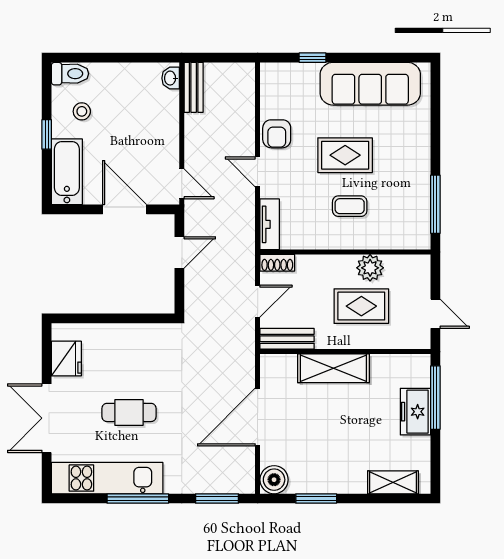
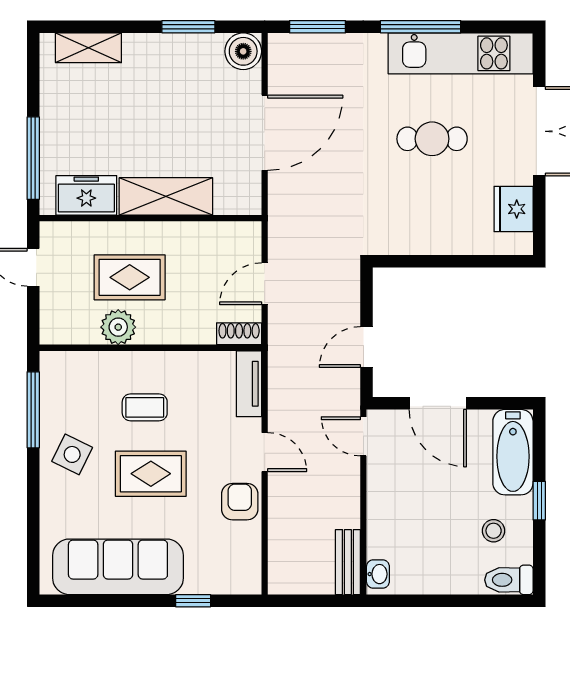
side table: (405, 170) -> (72, 454), added
bench: (287, 339) -> (226, 235), removed
freezer: (415, 412) -> (86, 195), moved, turned -90

